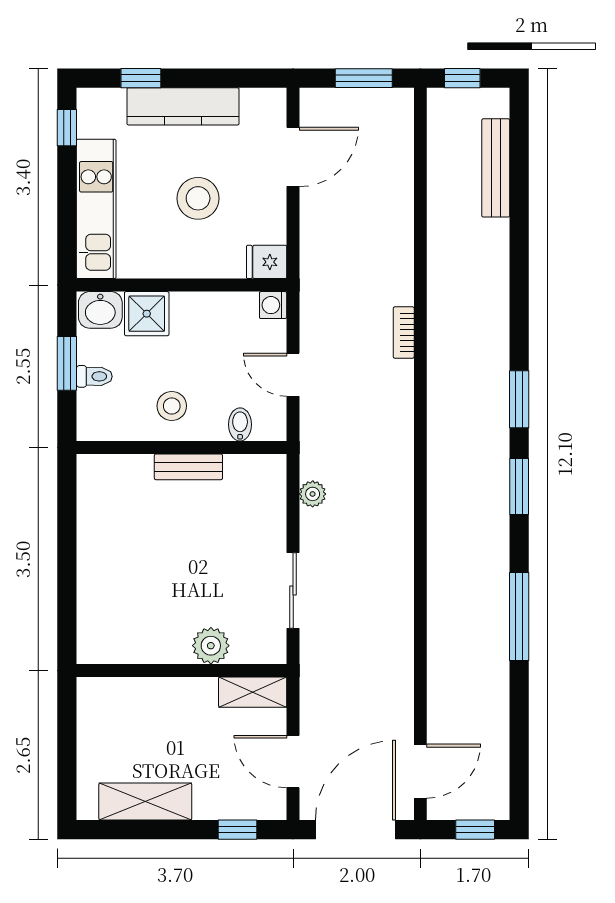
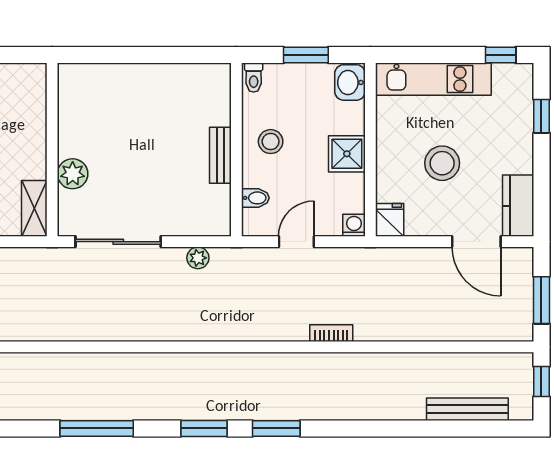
kitchen counter: (183, 106) -> (518, 206), moved, width x0.67
shower: (147, 314) -> (347, 154), moved
toilet: (94, 376) -> (254, 78), moved
sliding door: (293, 590) -> (118, 242), width x1.37

